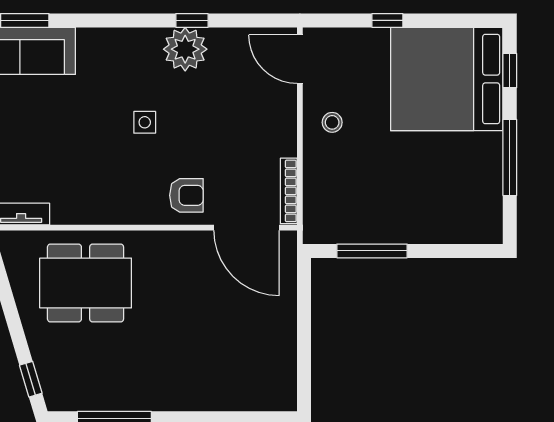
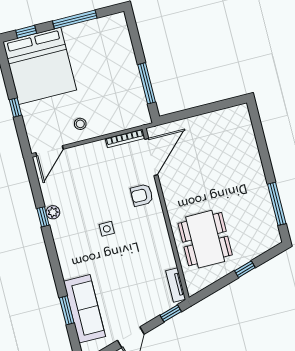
plant: (185, 49) -> (53, 212), width x0.53, depth x0.53
armchair: (186, 195) -> (142, 195), turned -90
window: (31, 379) -> (245, 269), moved

